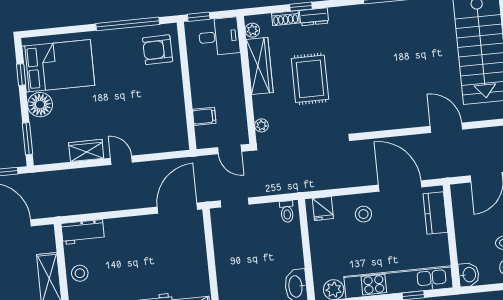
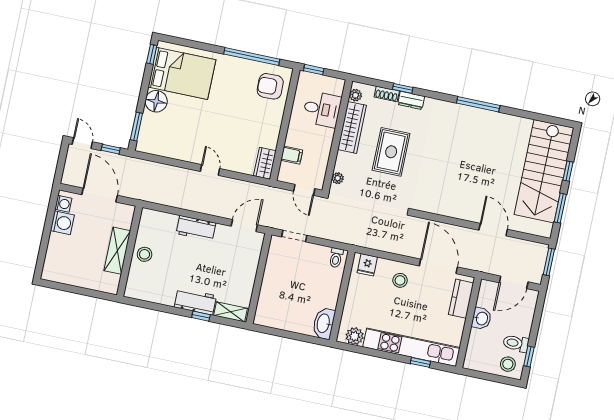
desk: (219, 37) -> (322, 109), moved
window: (21, 75) -> (152, 54), moved
wardrobe: (86, 150) -> (265, 163), moved, turned -90
door: (177, 208) -> (244, 226), width x0.73
workbench: (83, 232) -> (196, 228), moved
washbasin: (469, 275) -> (481, 318), moved

